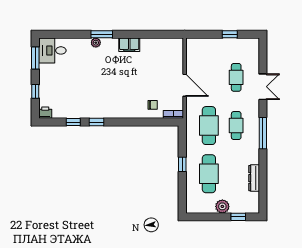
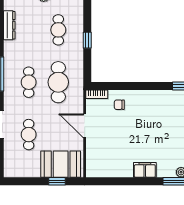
window: (230, 34) -> (57, 181), moved
booth: (207, 50) -> (61, 164), added
cafe table: (209, 174) -> (58, 30), width x0.73, depth x0.74

